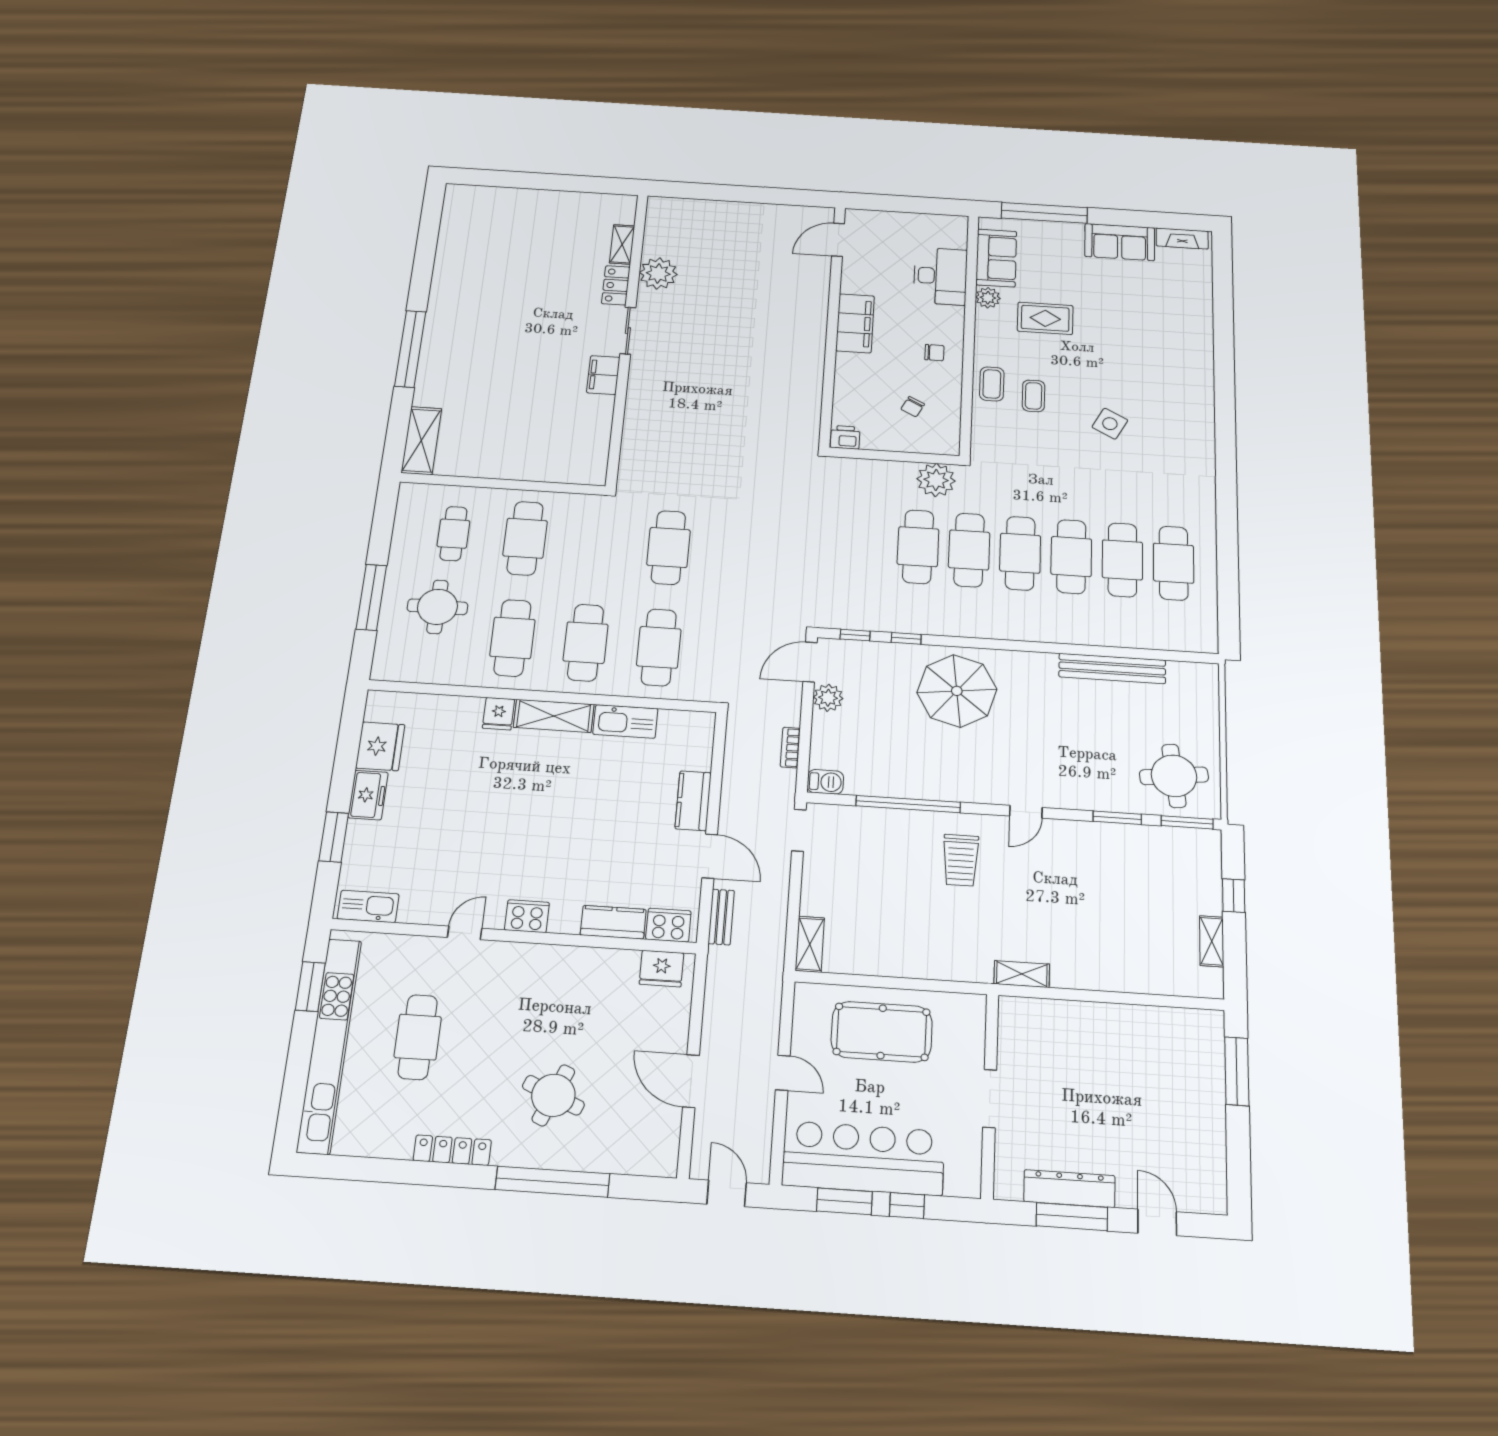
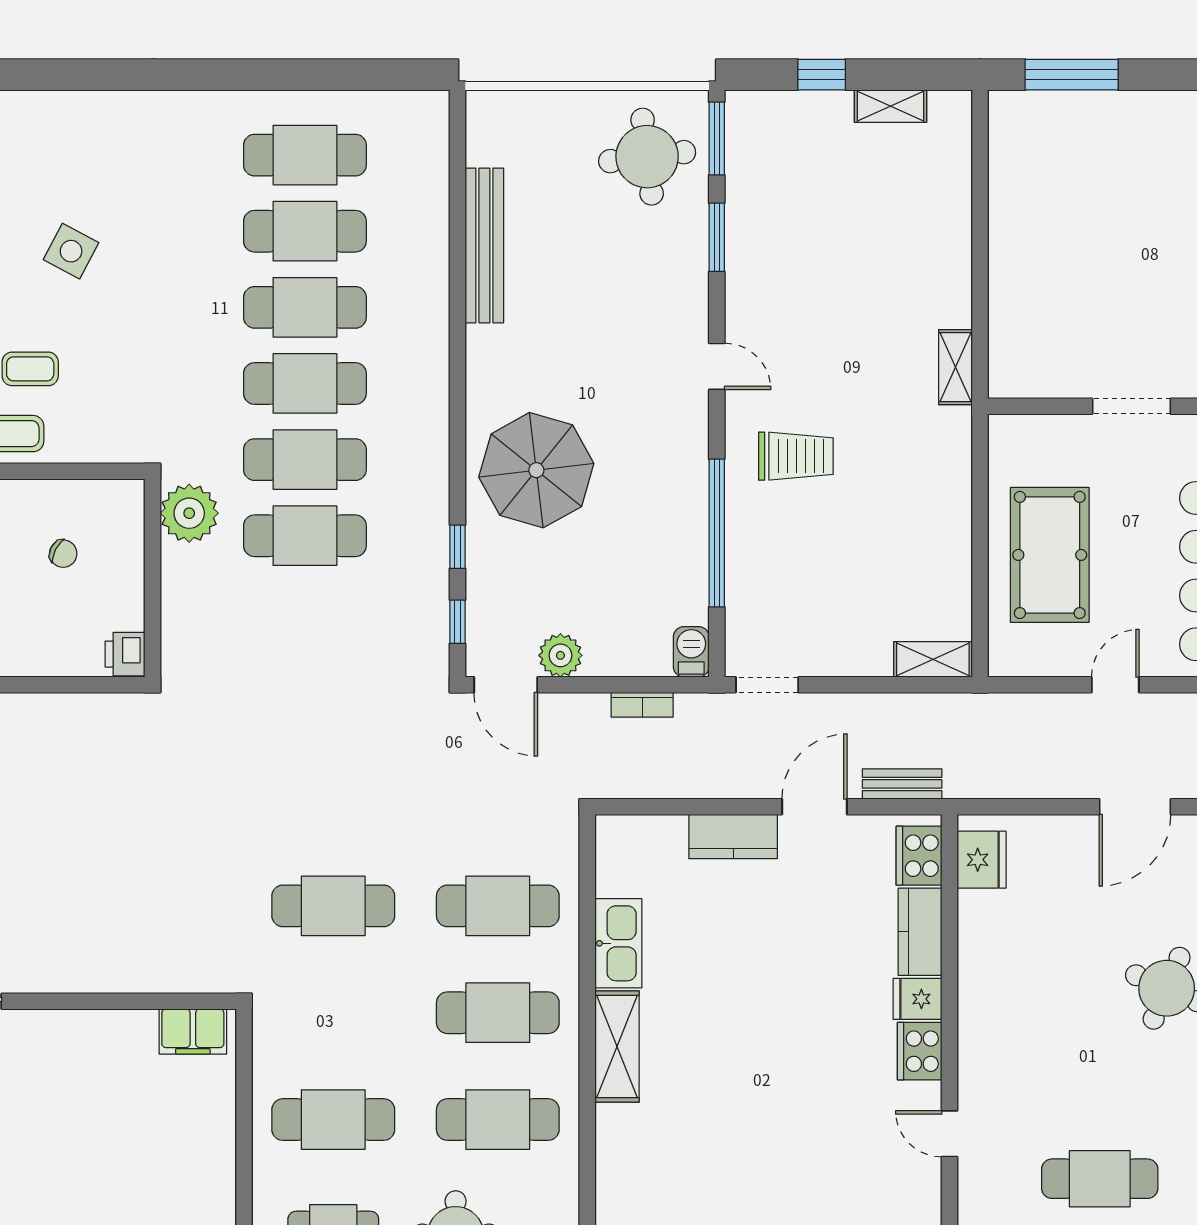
filing cabinet: (603, 375) -> (193, 1031), moved
fridge: (499, 714) -> (917, 999), moved, turned 180

